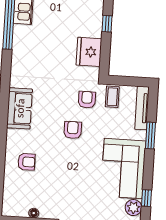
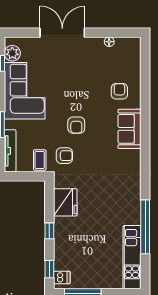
armchair: (87, 100) -> (64, 156), turned -90
sofa: (20, 108) -> (129, 129), moved
armchair: (26, 162) -> (119, 91), turned 90

